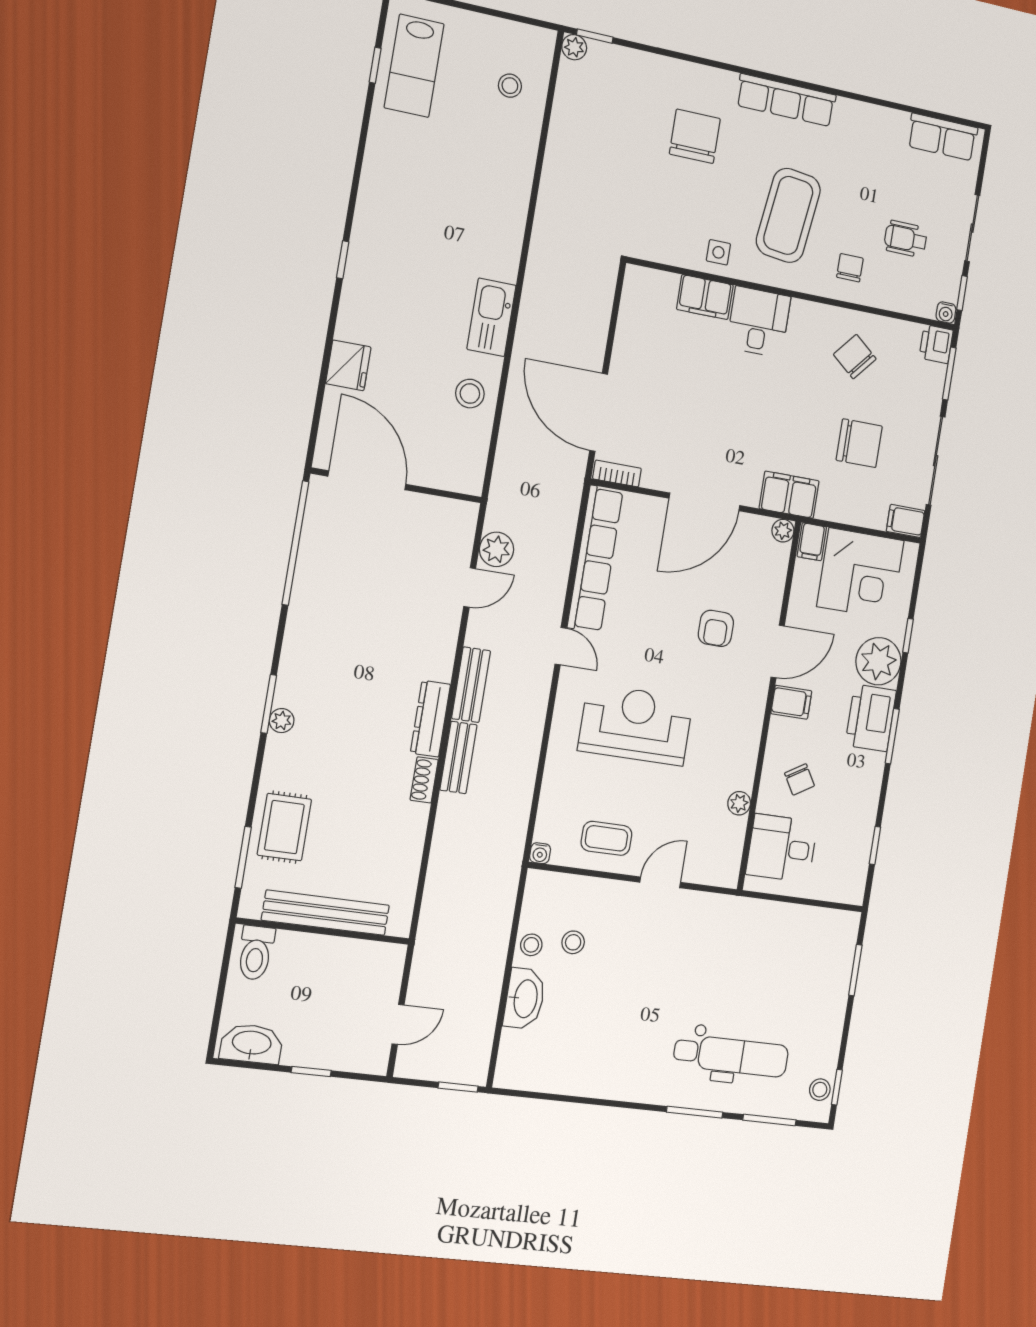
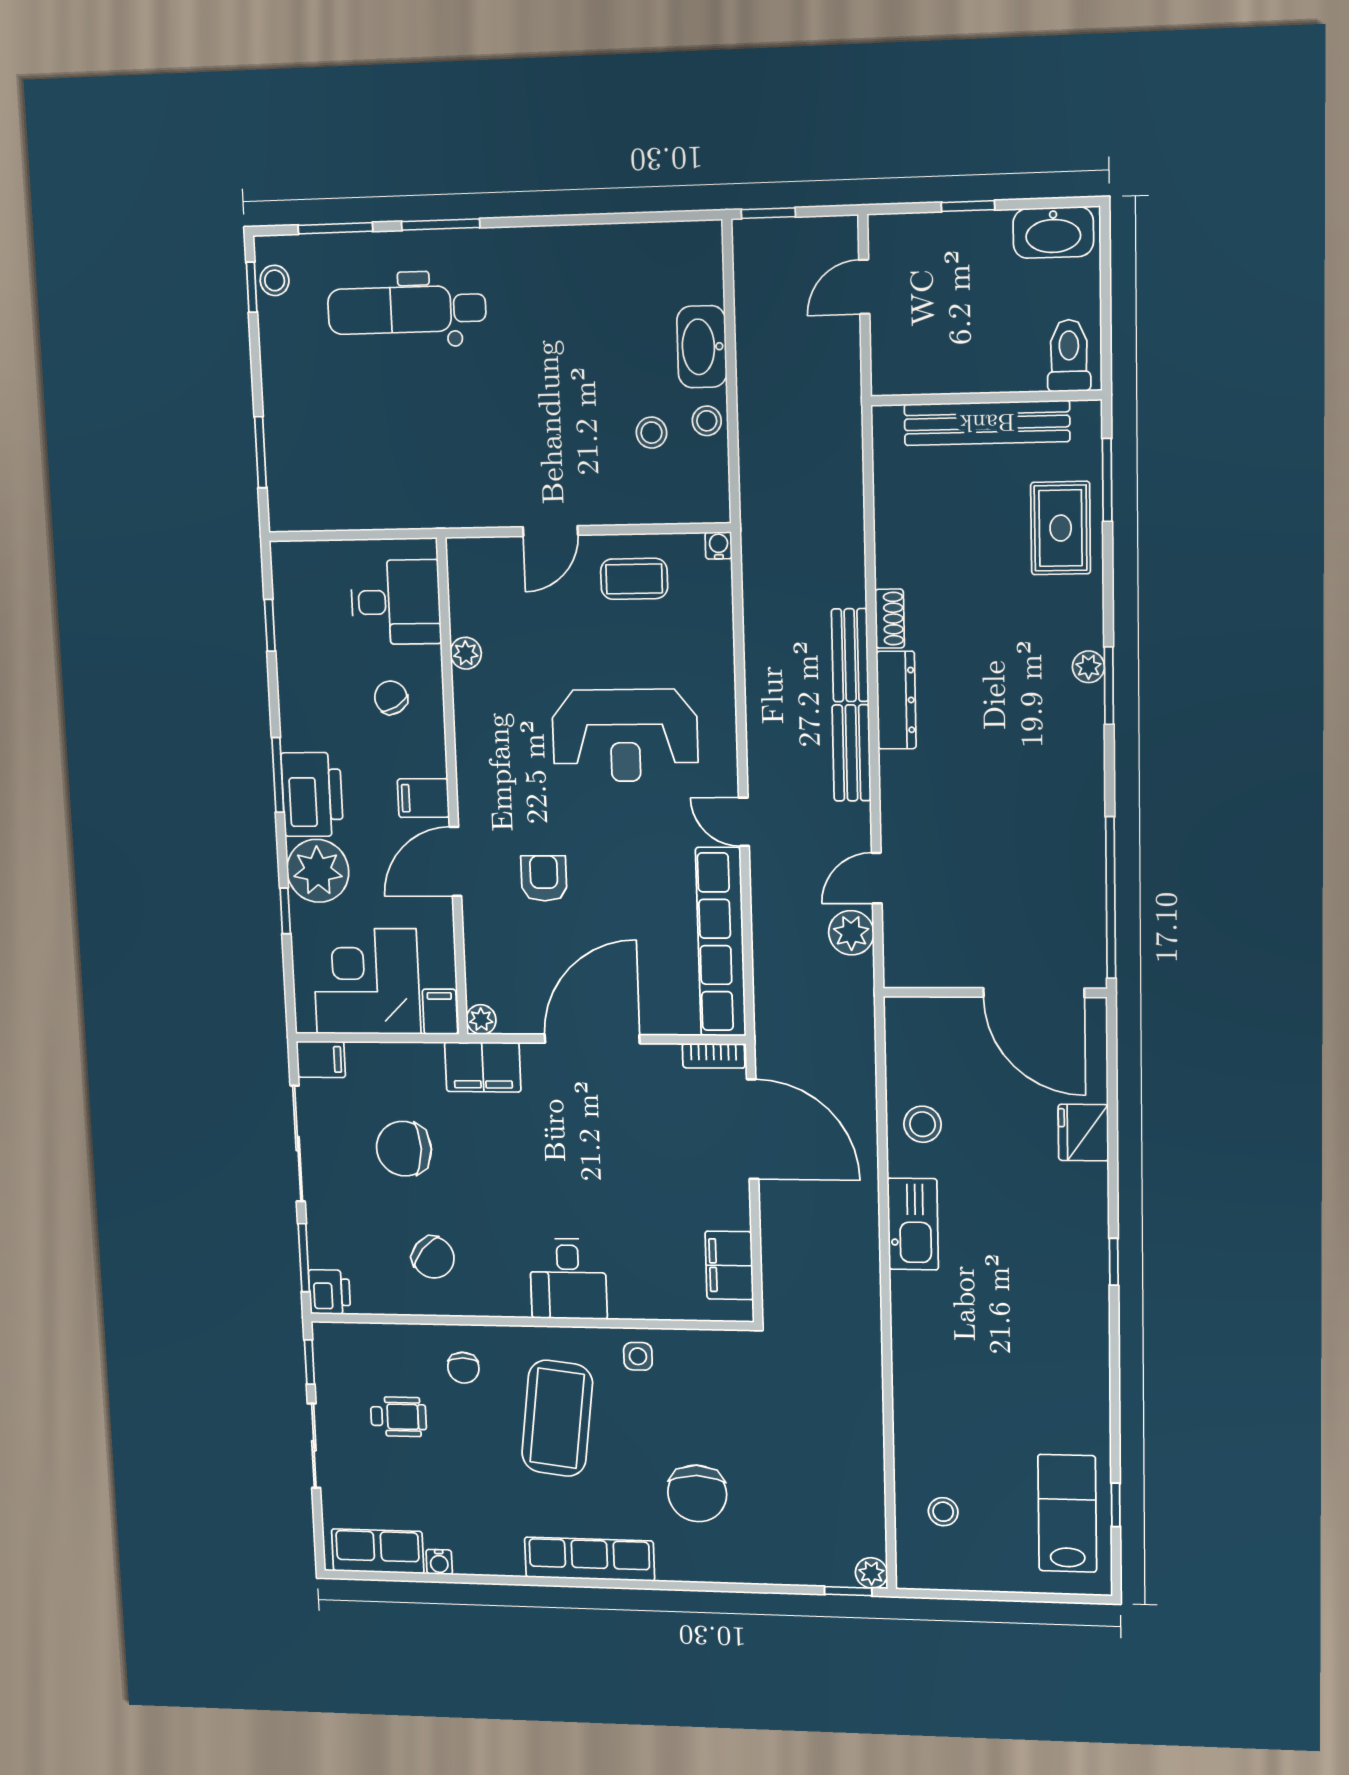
filing cabinet: (705, 297) -> (729, 1265), moved, turned -90
water cooler: (946, 313) -> (439, 1562), moved, turned 180

